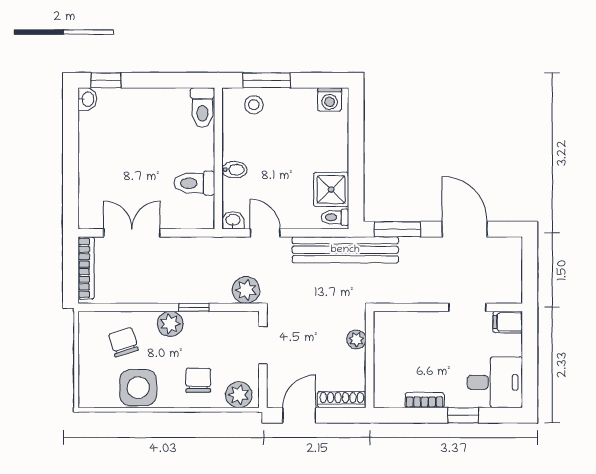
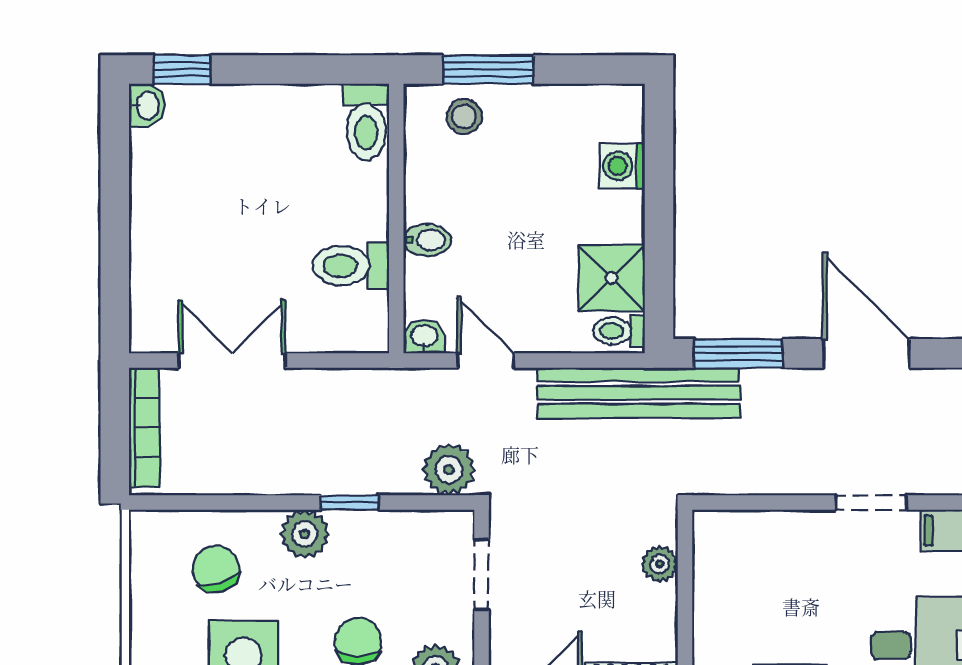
washing machine: (330, 99) -> (622, 166), moved, turned 90

